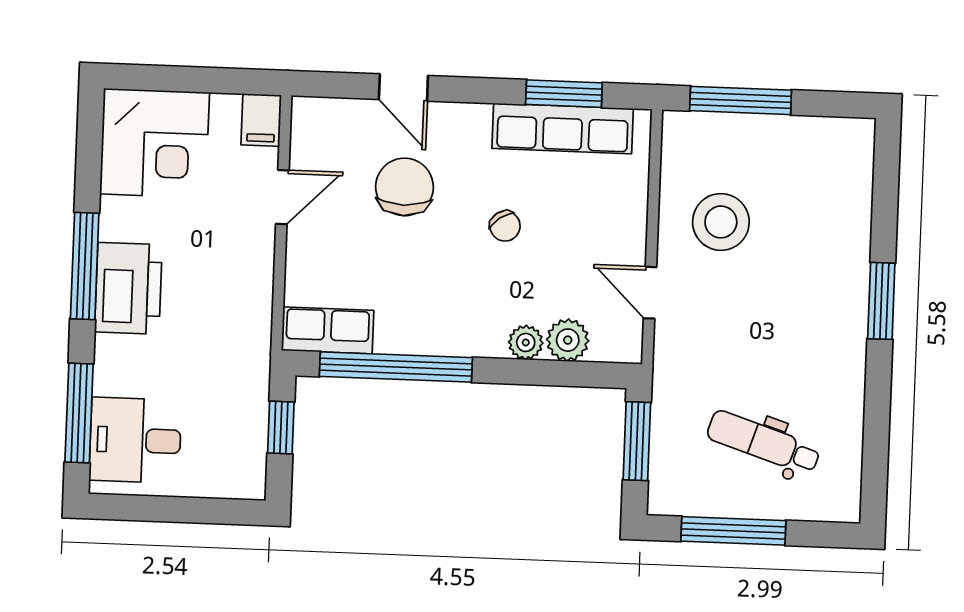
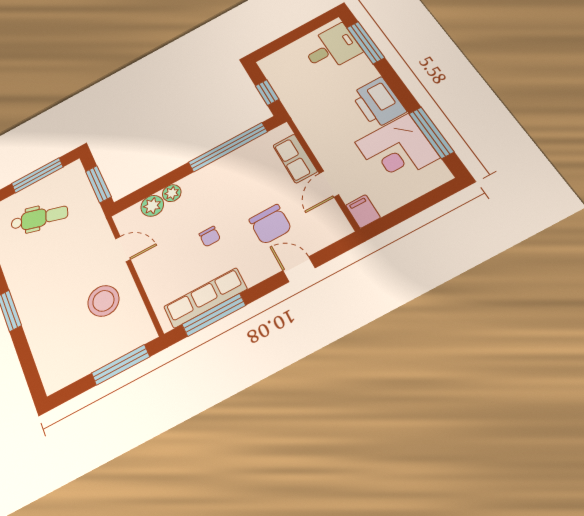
window: (564, 94) -> (214, 315), width x1.44
corner desk: (155, 143) -> (397, 150), moved, turned -90
chair: (505, 226) -> (210, 236), turned -145
window: (85, 266) -> (431, 133), moved
row of seats: (328, 330) -> (295, 158), moved, turned 90

